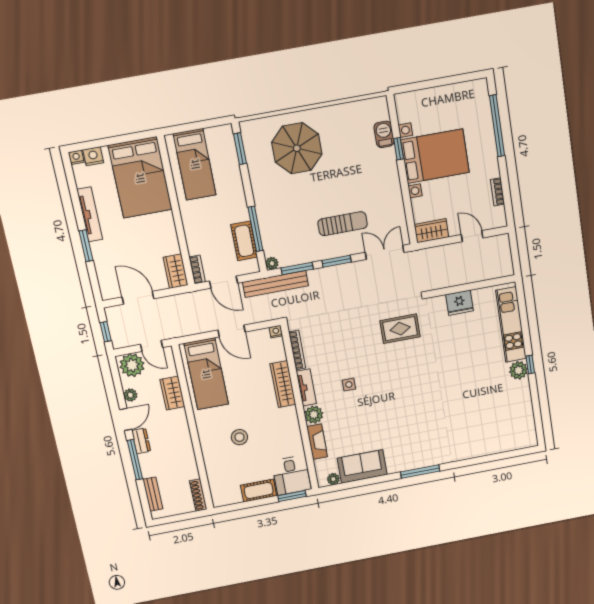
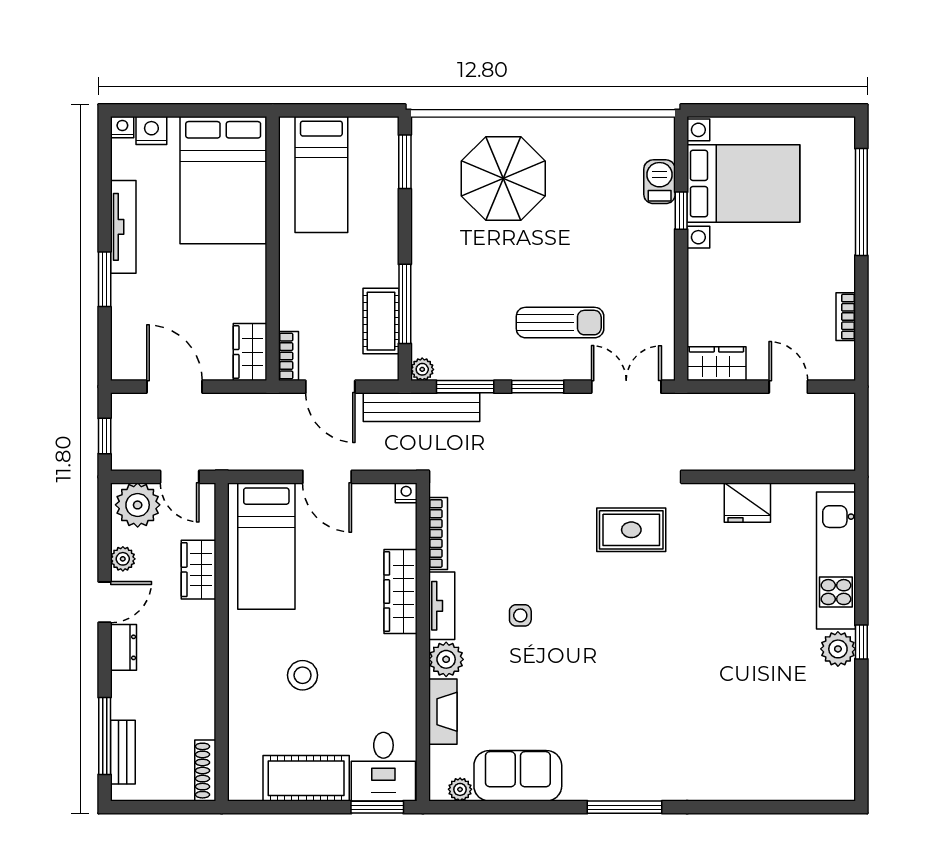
bed with nightstands: (435, 156) -> (743, 184), moved
window: (135, 460) -> (105, 736), moved
cot: (259, 491) -> (306, 778), width x1.37, depth x1.34

